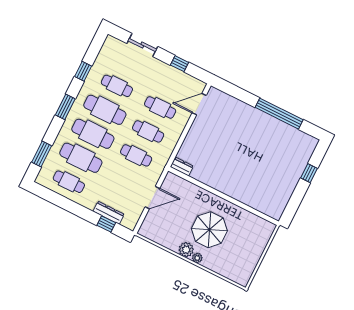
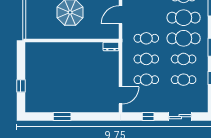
cafe table: (105, 110) -> (184, 59), width x0.73, depth x0.74
window: (279, 114) -> (62, 117), width x0.47

